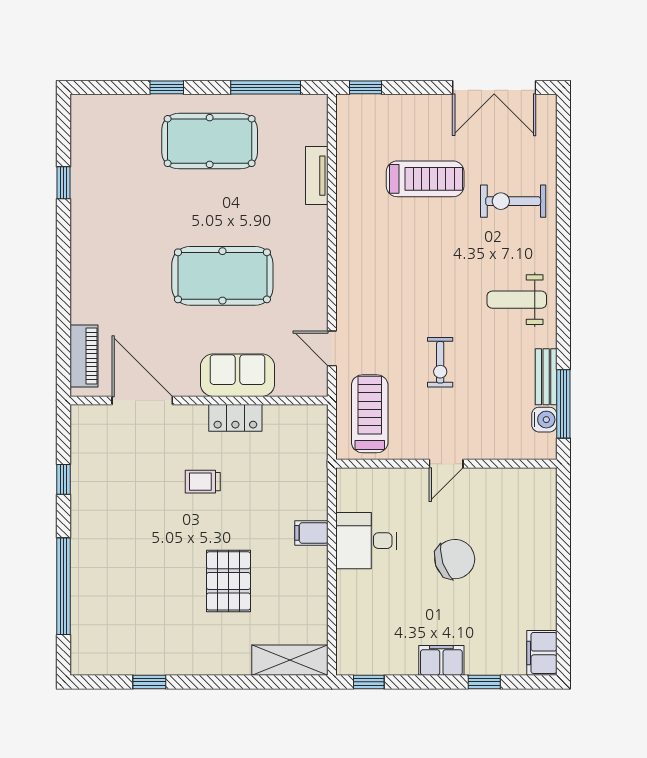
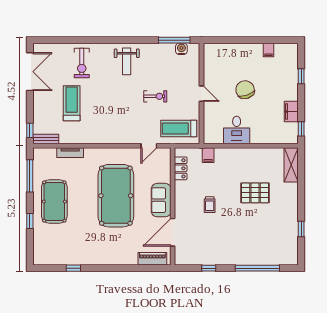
pool table: (222, 276) -> (116, 196), width x1.36, depth x1.32
sofa: (237, 375) -> (161, 200), moved
bench: (546, 377) -> (46, 139), moved
locker: (235, 418) -> (181, 168), moved
filing cabinet: (311, 533) -> (208, 155), moved
filing cabinet: (542, 653) -> (268, 50), moved, width x0.50
filing cabinet: (441, 660) -> (291, 111), moved

